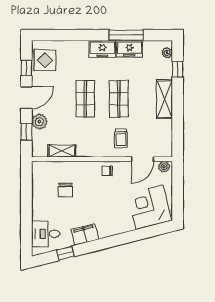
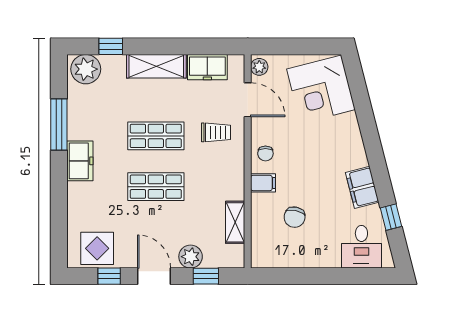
freezer: (129, 49) -> (207, 67), moved, turned 90
plant: (167, 53) -> (86, 69), width x1.87, depth x1.87
filing cabinet: (88, 169) -> (263, 183), added
chair: (65, 190) -> (295, 217), turned 102

